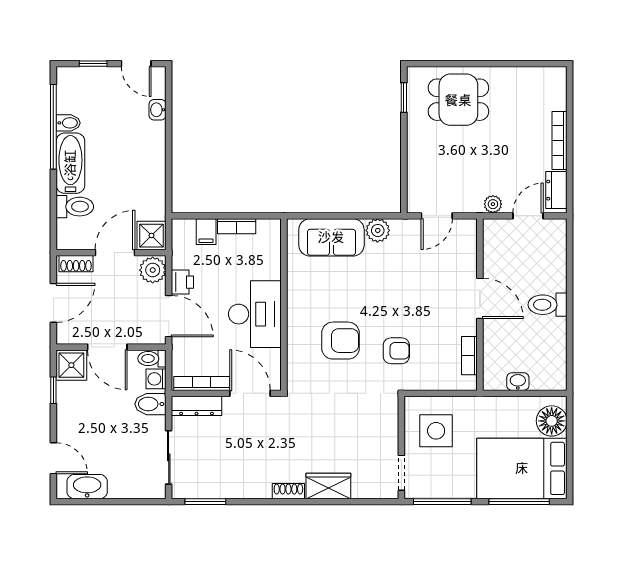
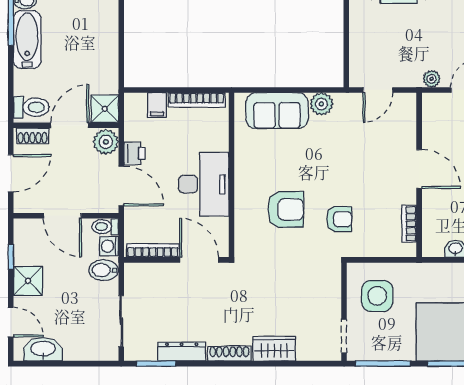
toilet: (75, 207) -> (31, 107), moved
bookcase: (237, 226) -> (197, 100), width x1.56
shower: (71, 365) -> (28, 281), moved
dresser: (197, 406) -> (182, 352), moved, turned 180
shoe rack: (288, 491) -> (229, 354), width x1.43

